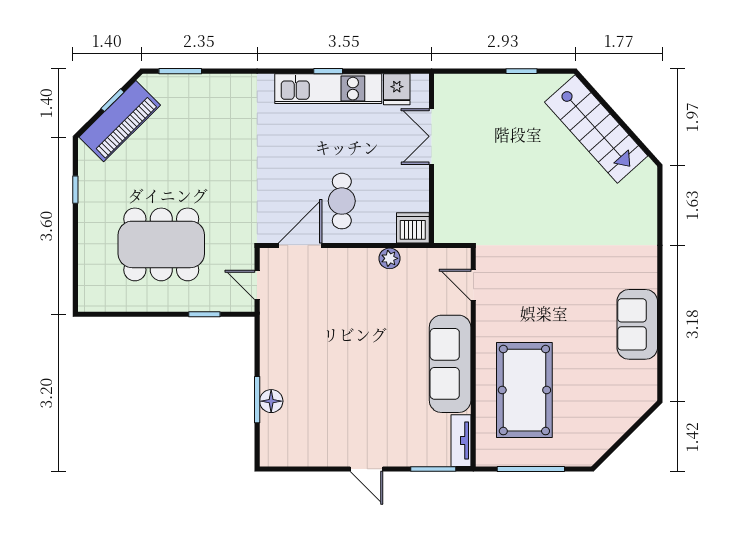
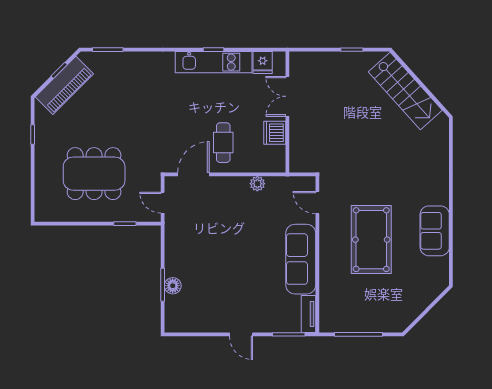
dishwasher: (413, 228) -> (275, 133), moved, turned -90
pool table: (524, 390) -> (371, 240), moved

